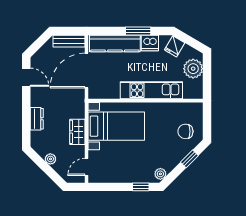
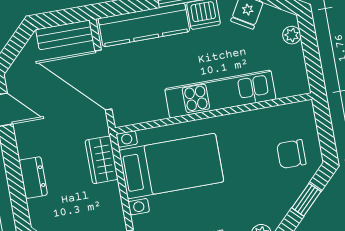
plant: (193, 69) -> (292, 35), width x0.53, depth x0.53
door: (86, 71) -> (103, 80), hinge flipped
wardrobe: (77, 132) -> (102, 160), moved

